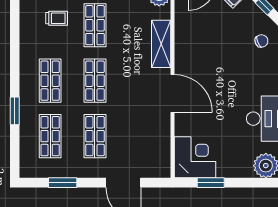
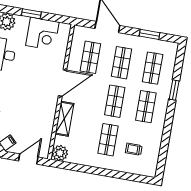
door: (172, 93) -> (63, 83), swing flipped
shop shelf: (140, 136) -> (90, 57), added
corner desk: (195, 157) -> (42, 34), moved, turned -90
window: (211, 183) -> (31, 14), moved

